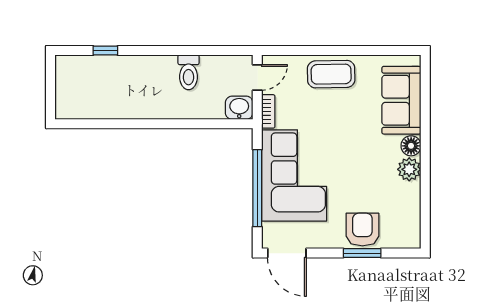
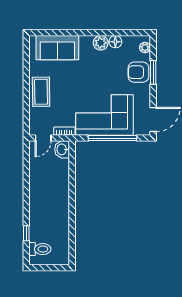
toilet: (189, 72) -> (40, 249), moved
door: (257, 77) -> (43, 138), swing flipped
floor lamp: (411, 146) -> (115, 42), moved
plant: (402, 240) -> (145, 48), added

